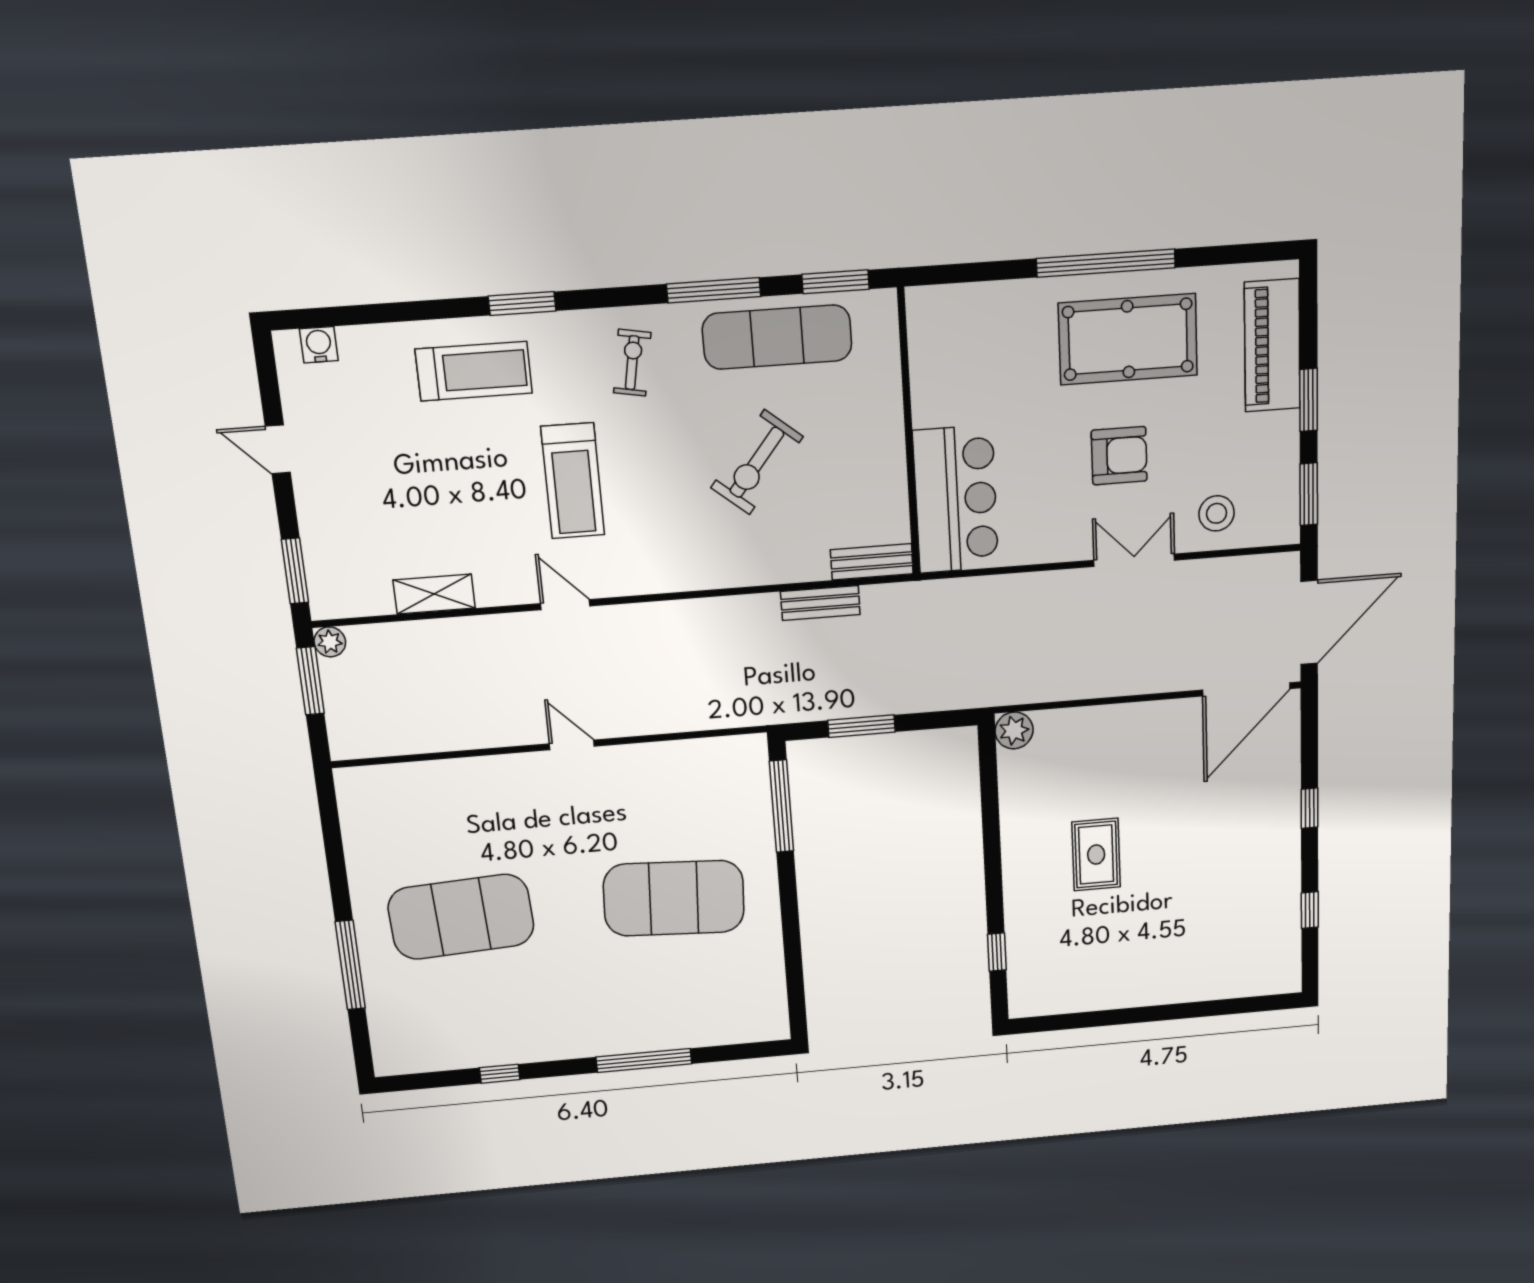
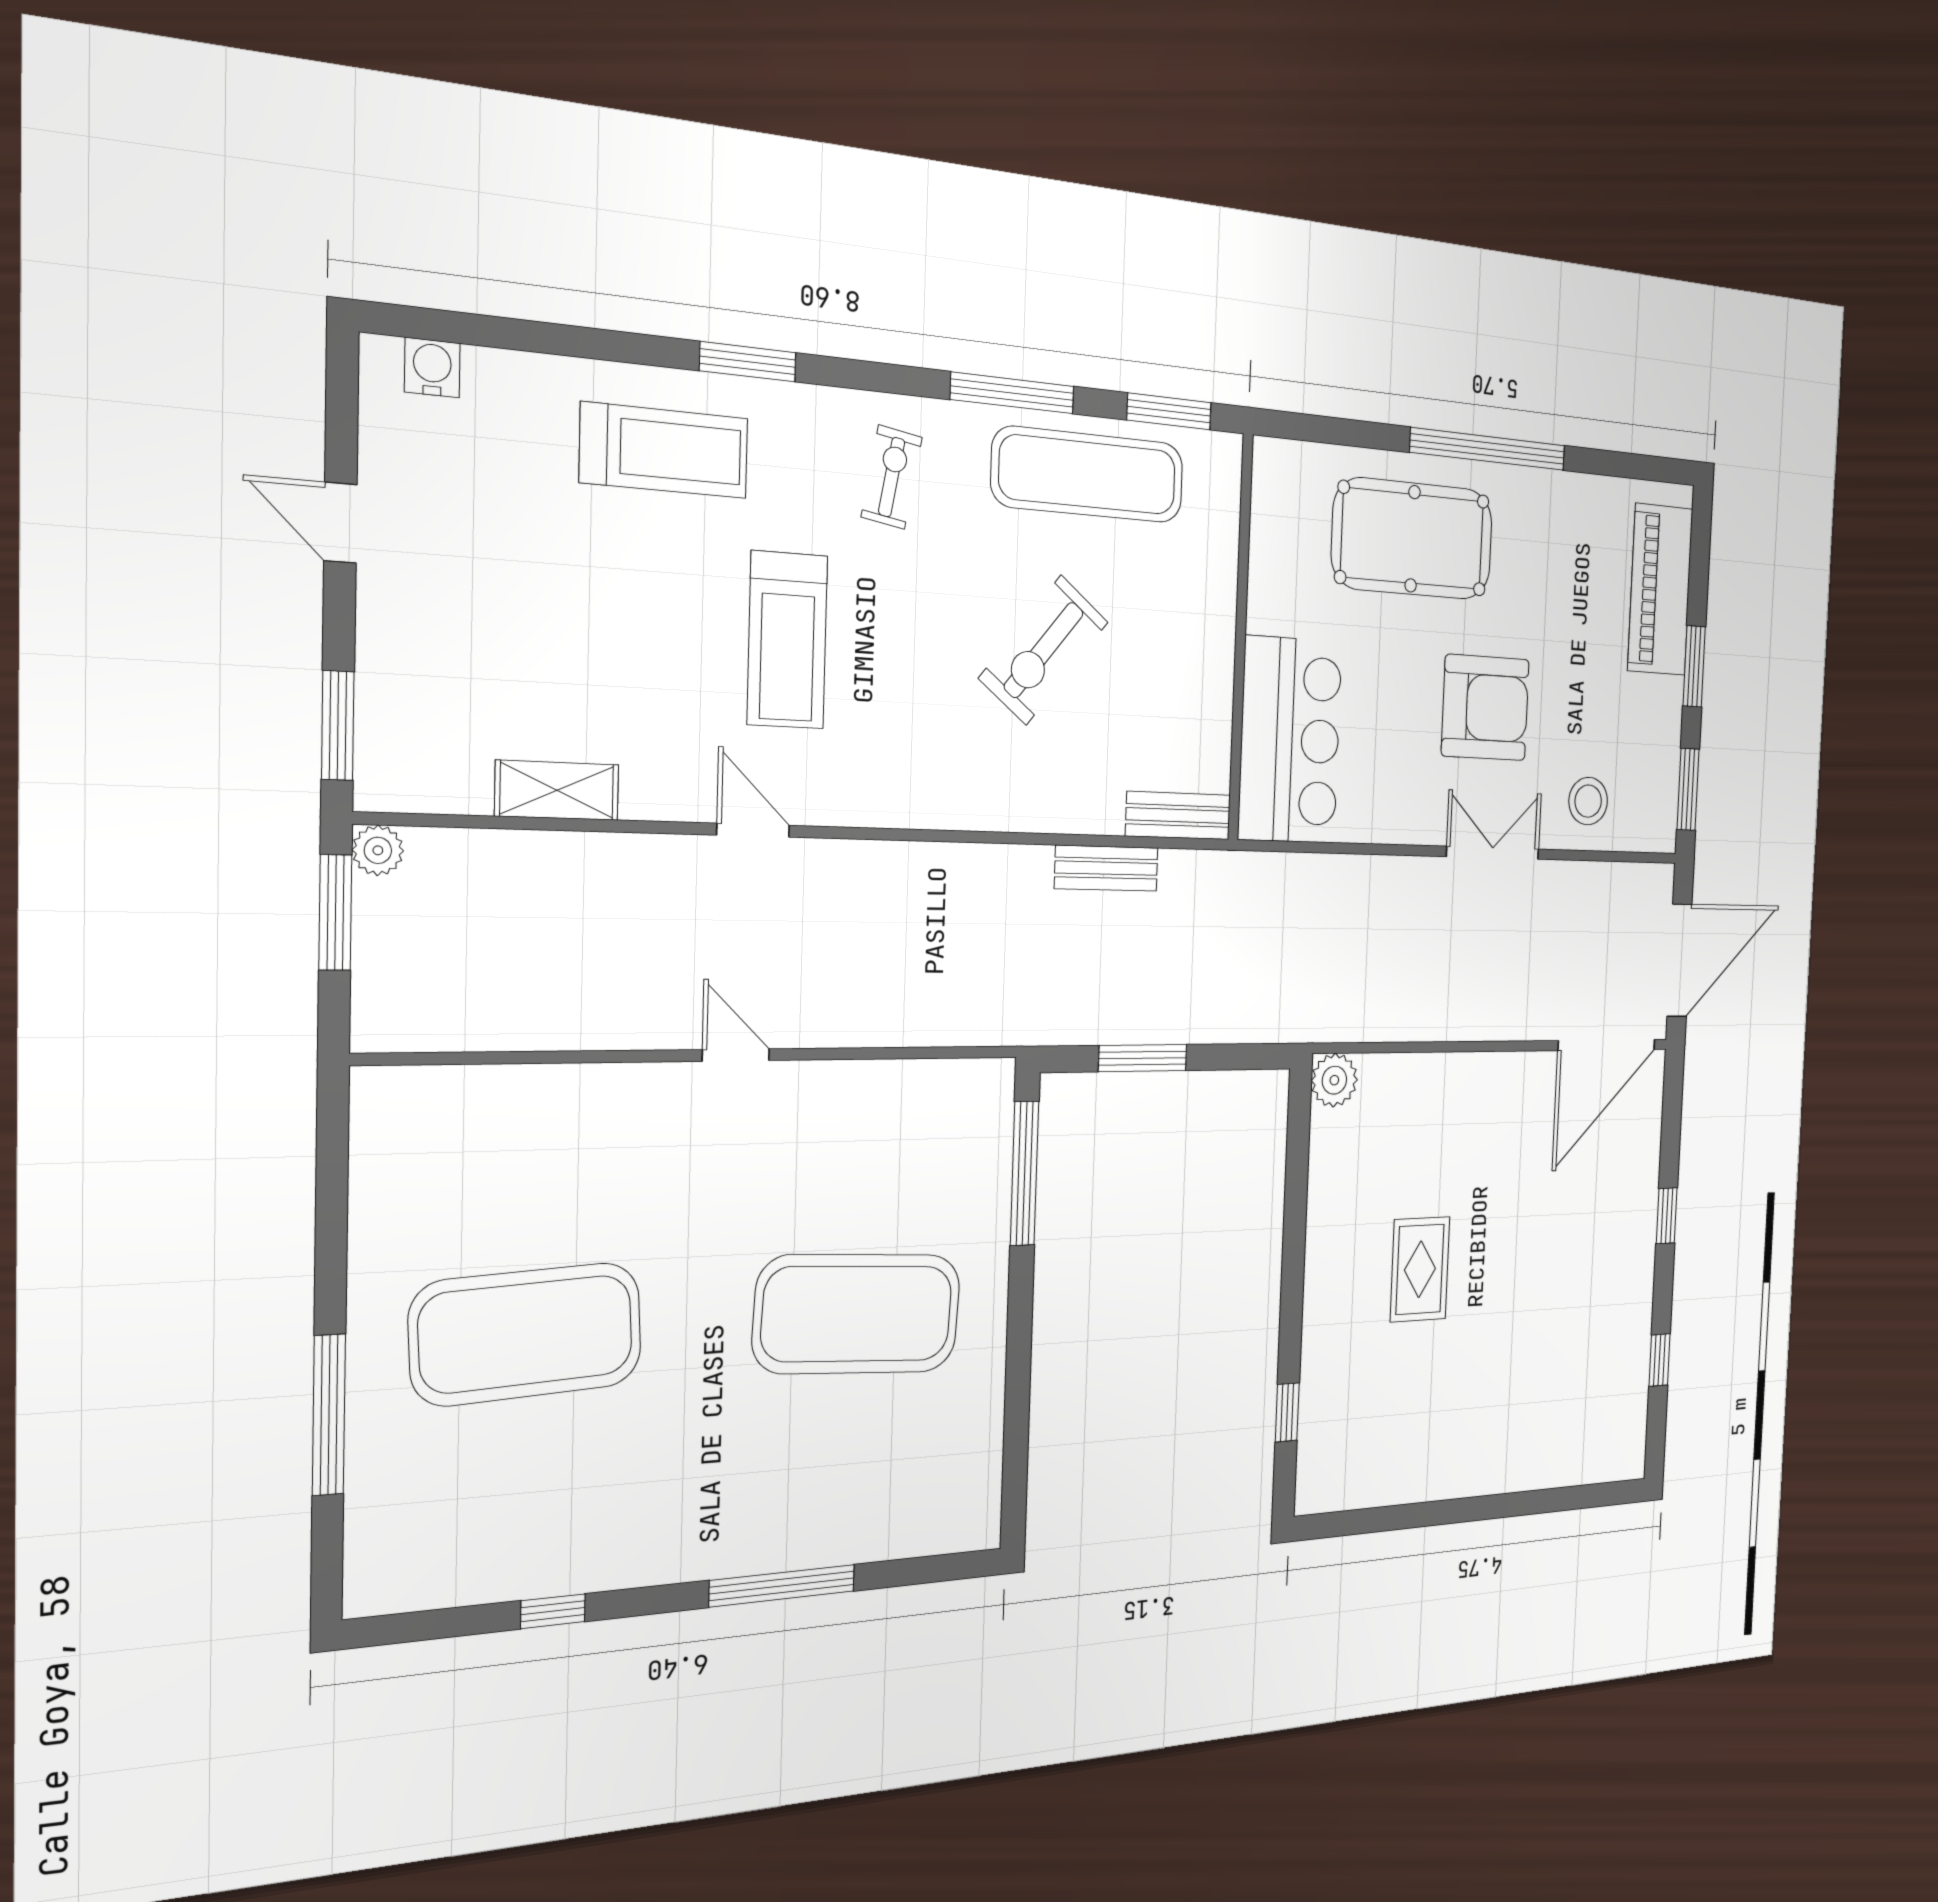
pool table: (1128, 339) -> (1413, 539), moved
armchair: (1119, 456) -> (1485, 708), width x1.36, depth x1.36

